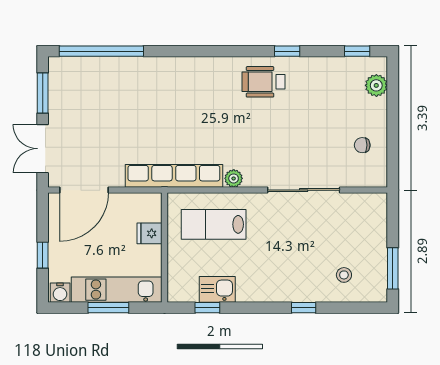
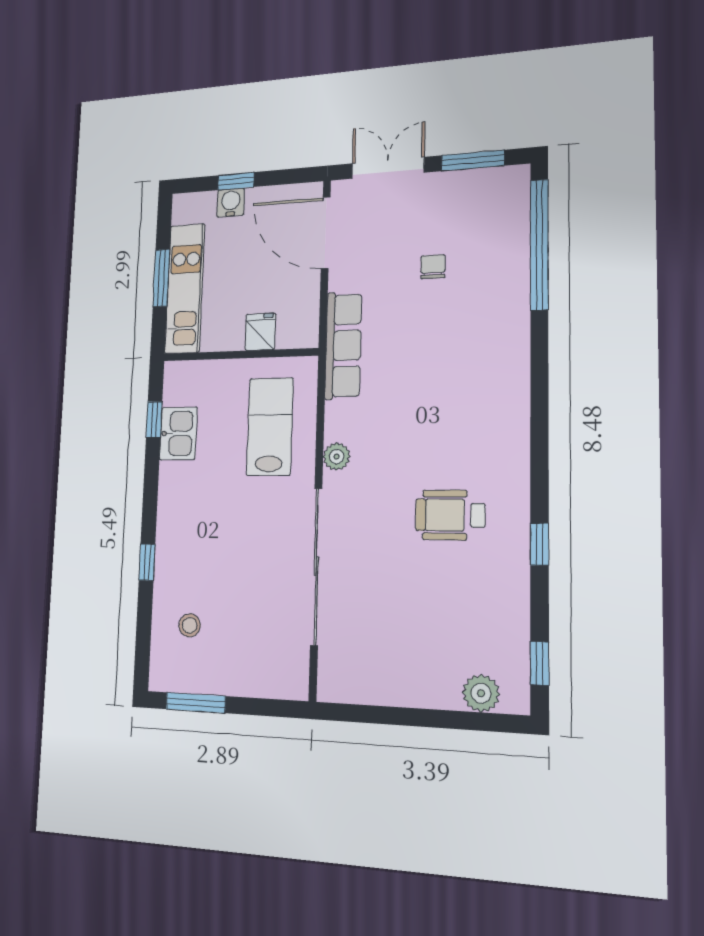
wheelchair: (263, 82) -> (450, 515), moved, turned -90
chair: (362, 145) -> (433, 267), moved
row of seats: (174, 176) -> (343, 345), width x0.73
sliding door: (304, 190) -> (316, 566), width x1.36
water cooler: (60, 293) -> (231, 203), moved, turned 90

